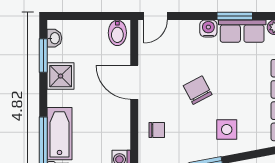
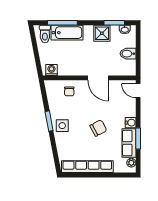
bidet: (117, 33) -> (128, 54), moved
door: (134, 82) -> (98, 78), swing flipped
chair: (198, 90) -> (98, 128), moved
side table: (227, 130) -> (62, 126), moved

